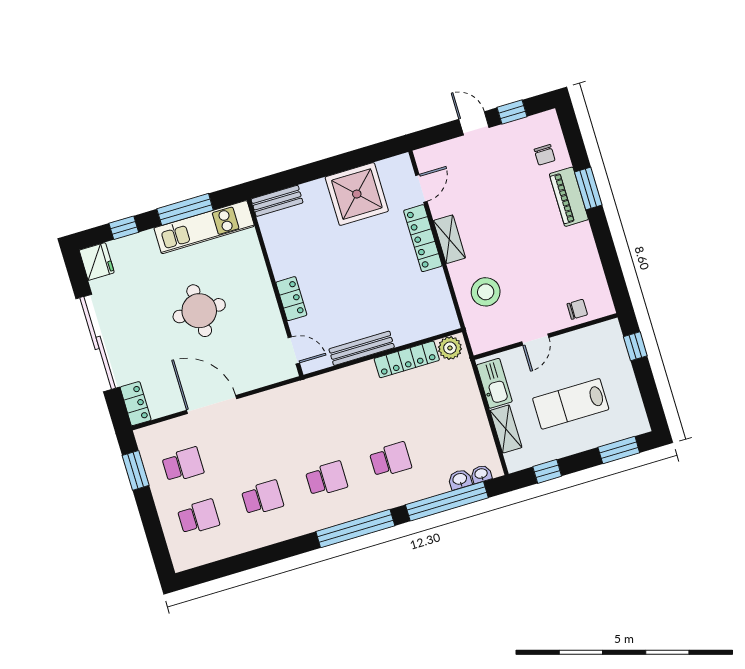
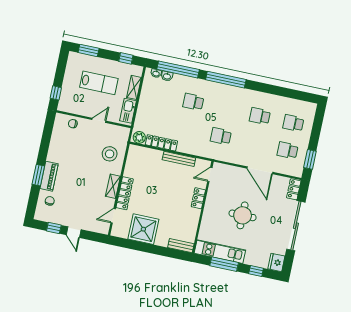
door: (294, 350) -> (210, 174), hinge flipped
school desk: (326, 479) -> (221, 136), moved

